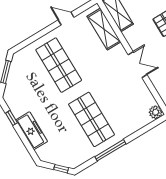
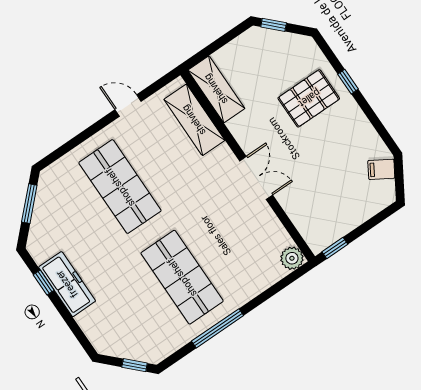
freezer: (32, 131) -> (67, 284), moved

